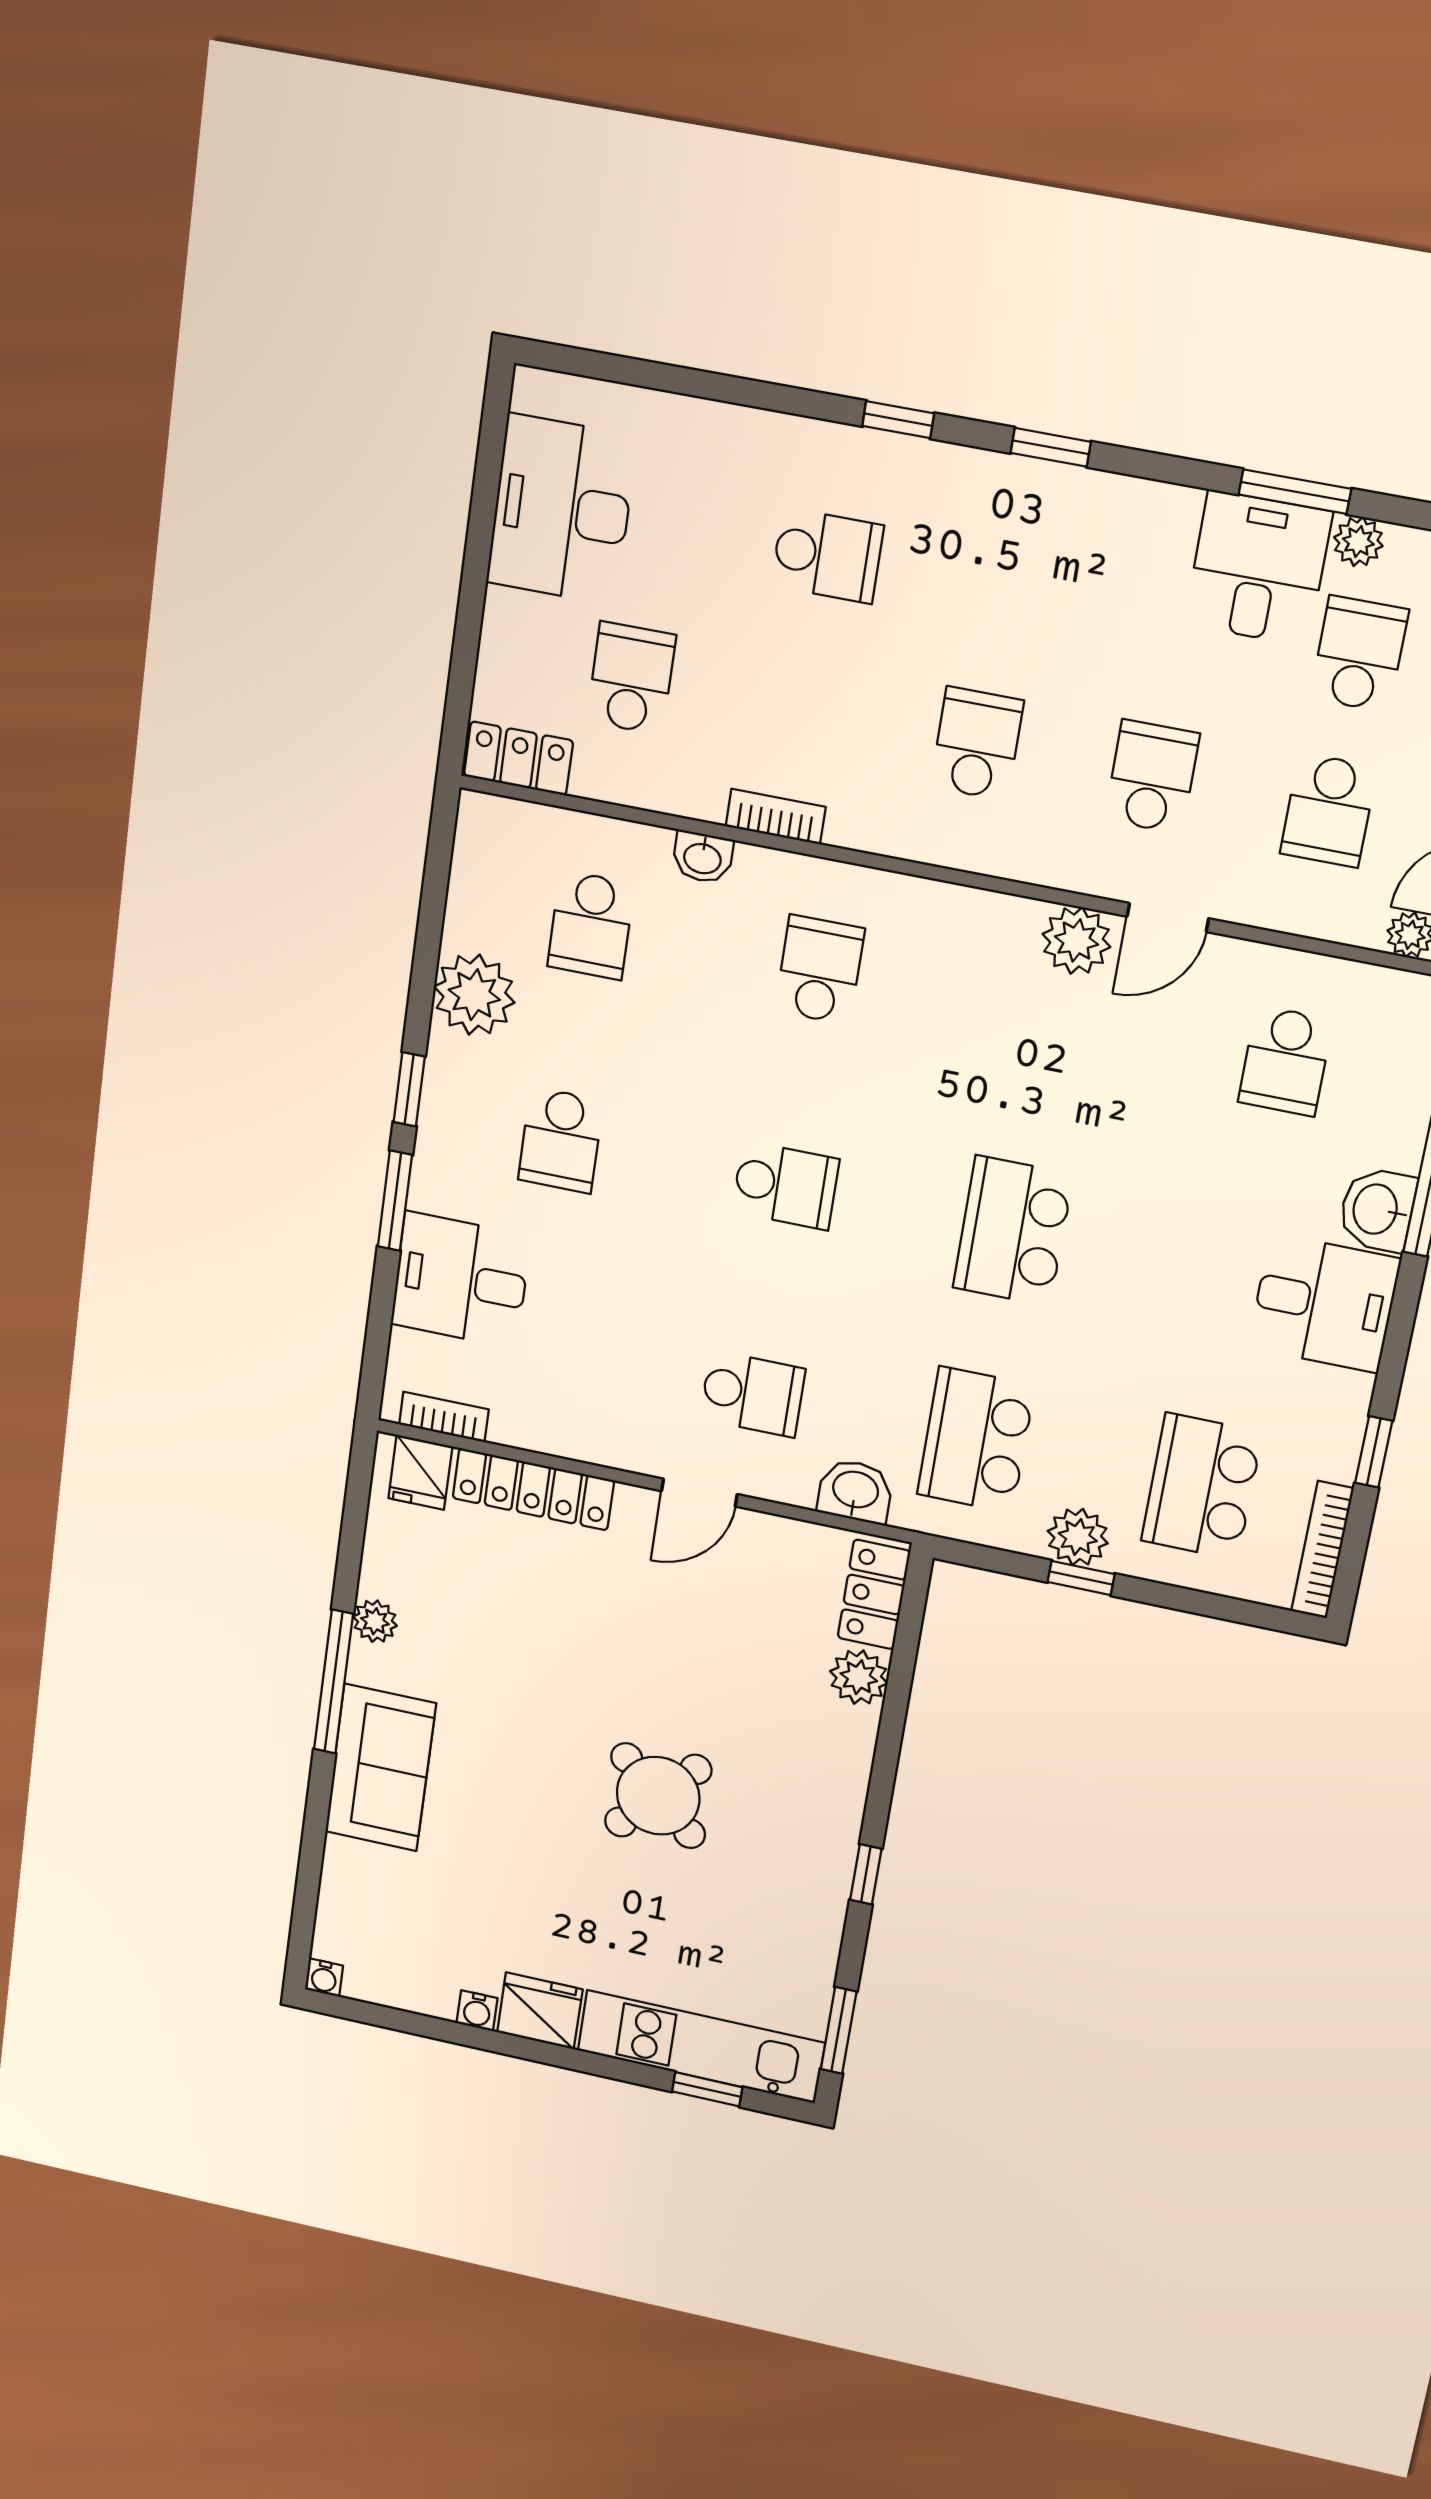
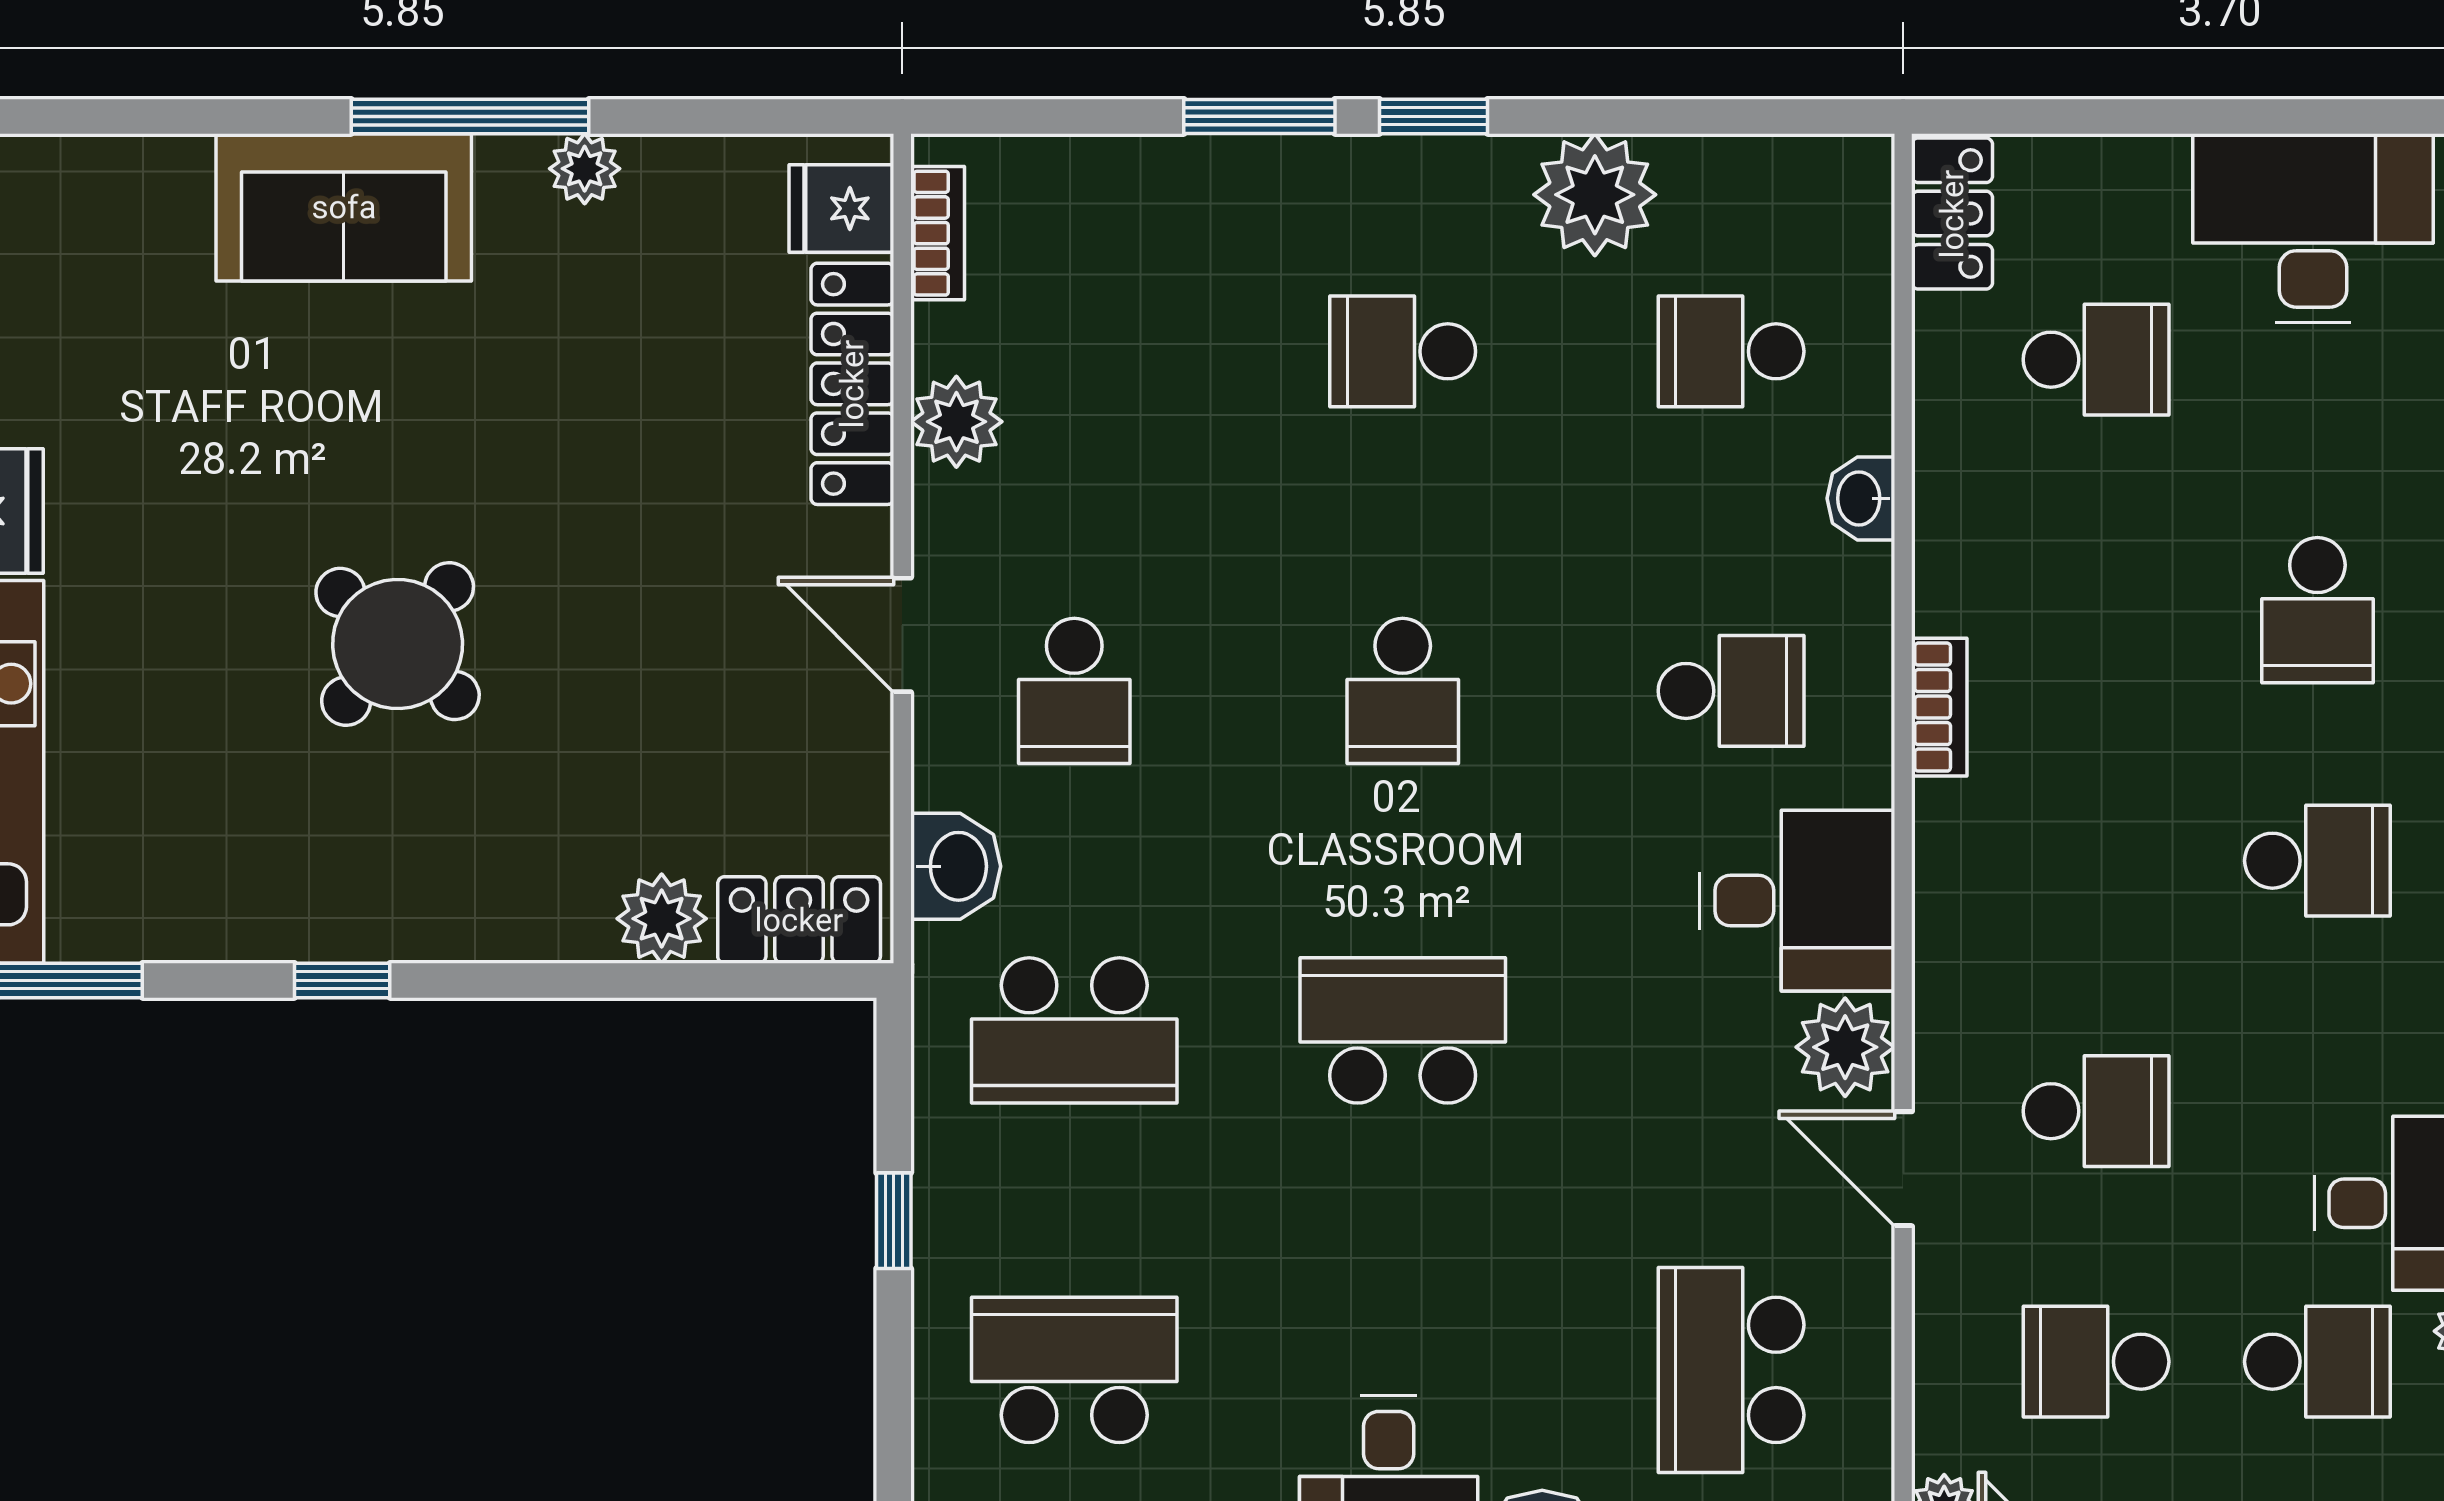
school desk: (977, 744) -> (2317, 861), moved
bookcase: (776, 817) -> (1939, 707), moved
school desk: (1285, 1061) -> (1731, 1370), width x1.85
desk: (461, 1280) -> (1797, 901), moved, turned 90
school desk: (976, 1440) -> (1074, 1030), turned 180
plant: (1078, 1537) -> (956, 422), moved

